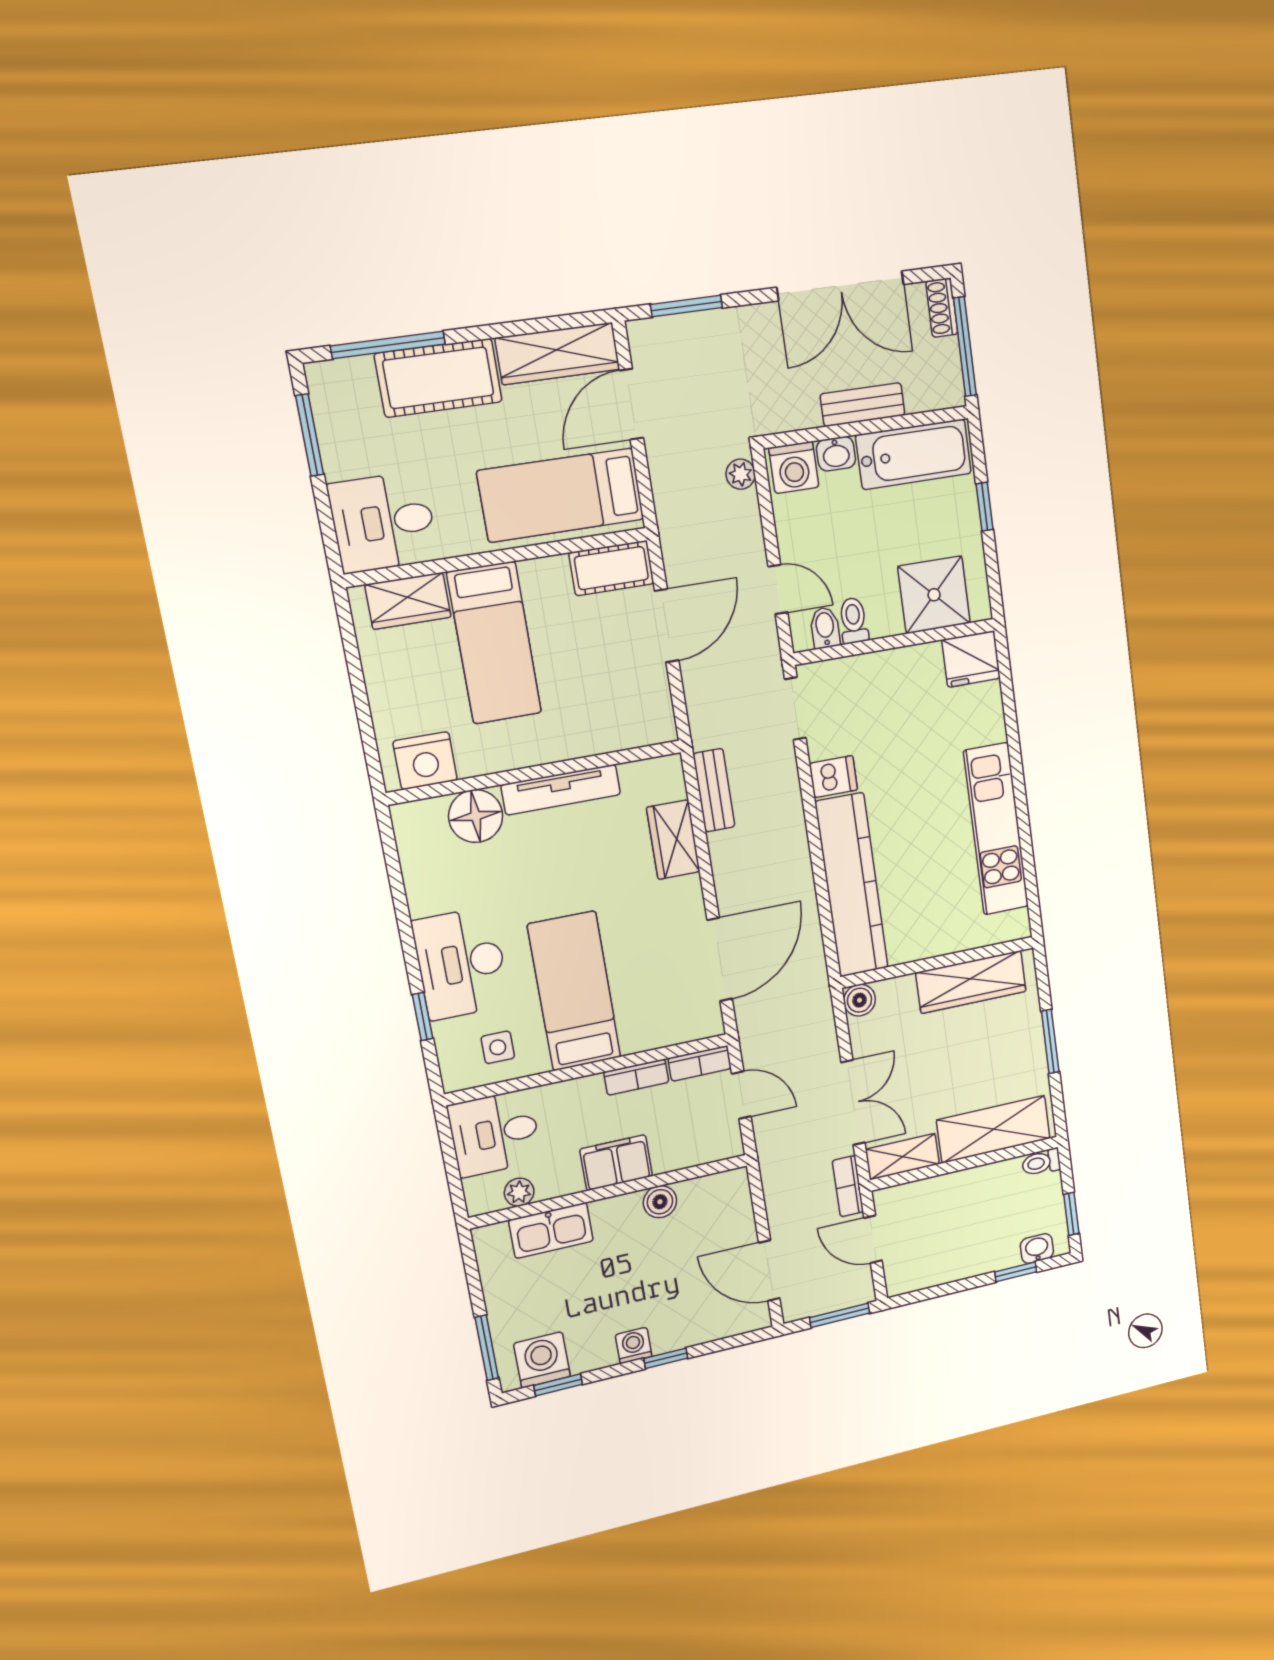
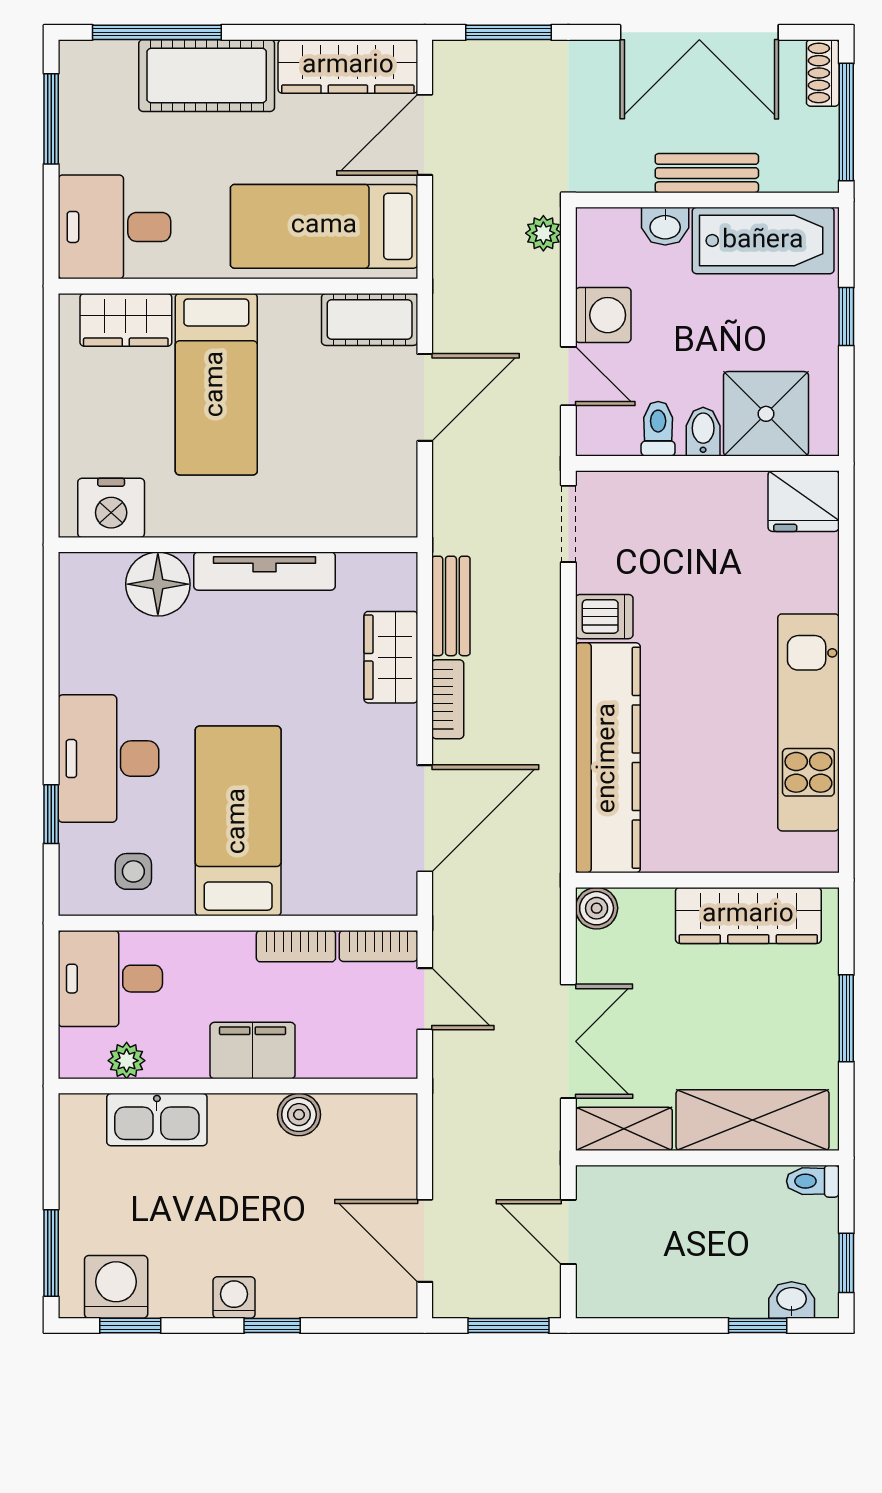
washing machine: (794, 468) -> (603, 315), moved, turned -90
bidet: (825, 628) -> (703, 432), moved
bookcase: (848, 1186) -> (448, 699), moved, turned 180

